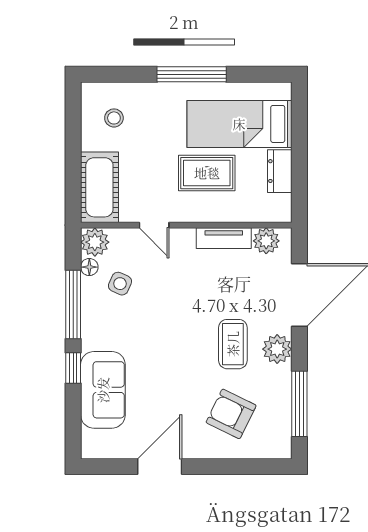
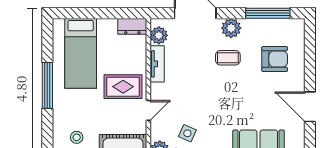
dresser: (280, 171) -> (132, 26), moved
rug: (207, 173) -> (123, 87), moved, turned 90
coffee table: (233, 344) -> (228, 58), width x0.73, depth x0.77
armchair: (231, 414) -> (275, 59), turned -116

